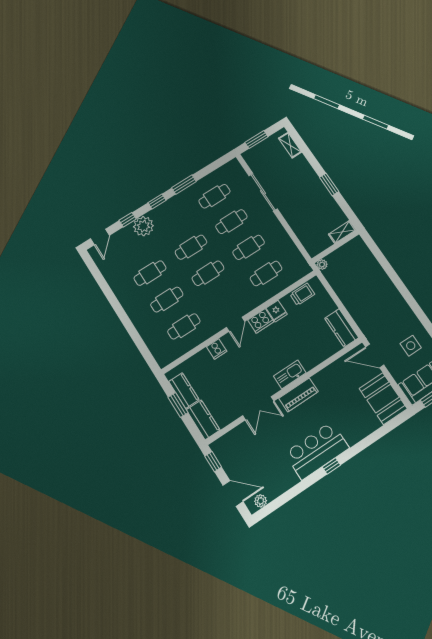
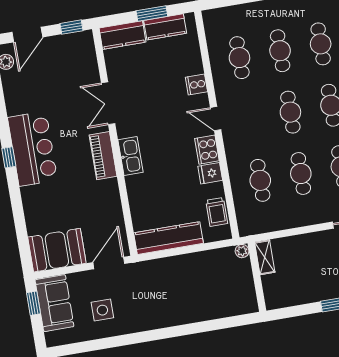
shelving: (342, 232) -> (265, 257), moved
kitchen counter: (342, 328) -> (169, 238), width x1.50

